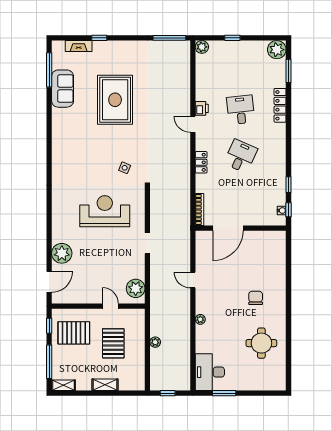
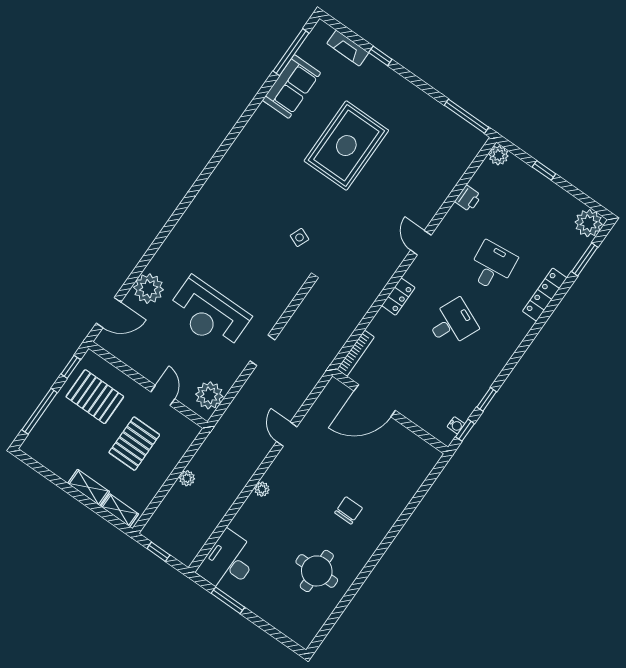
printer: (202, 108) -> (468, 199), moved
reception desk: (105, 211) -> (209, 314), moved, turned 180
shelving: (63, 385) -> (120, 510), moved

